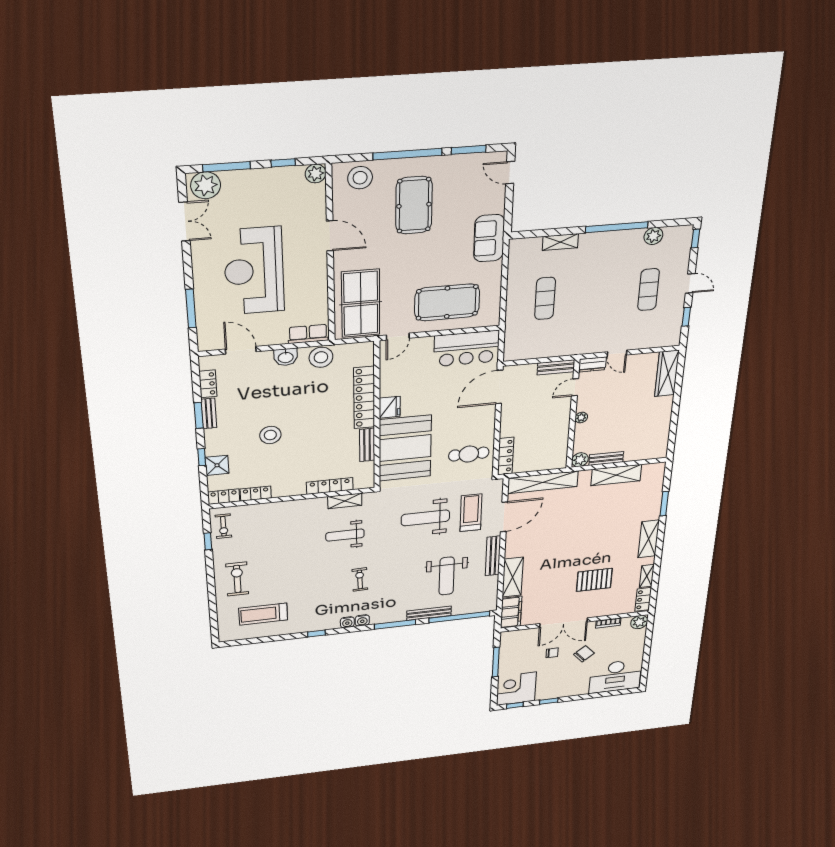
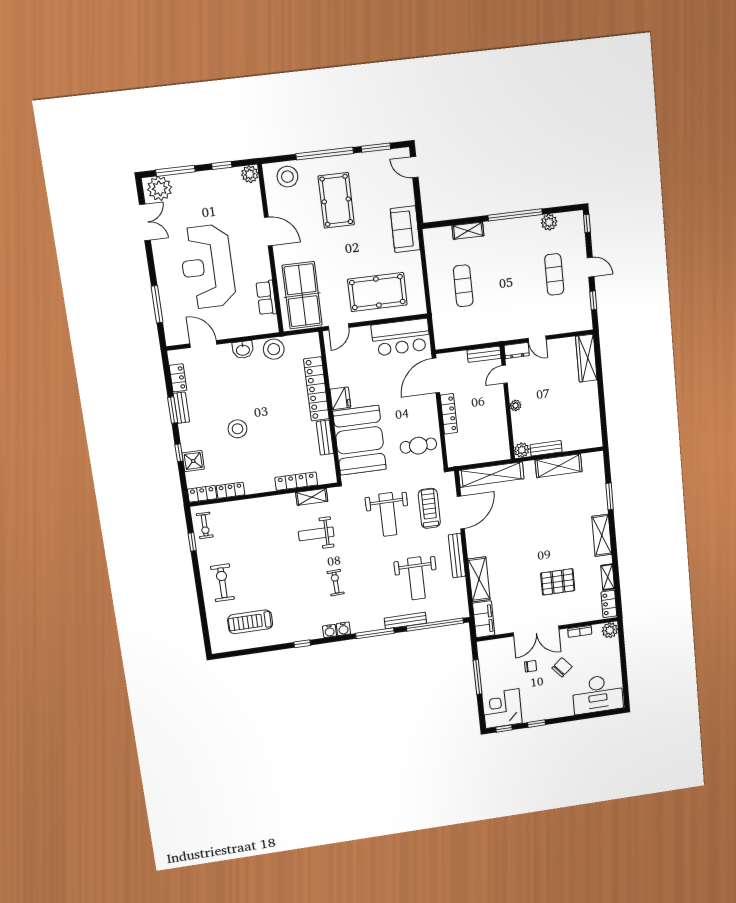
row of seats: (308, 334) -> (266, 298), moved, turned -90
locker: (506, 456) -> (449, 414), moved
weight bench: (425, 518) -> (388, 514), turned -90

